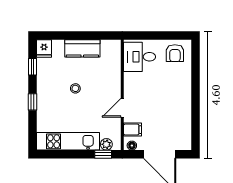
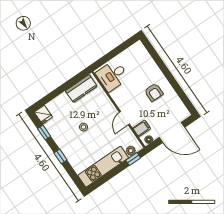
kitchen counter: (82, 48) -> (81, 88), moved
armchair: (175, 53) -> (154, 92), moved

